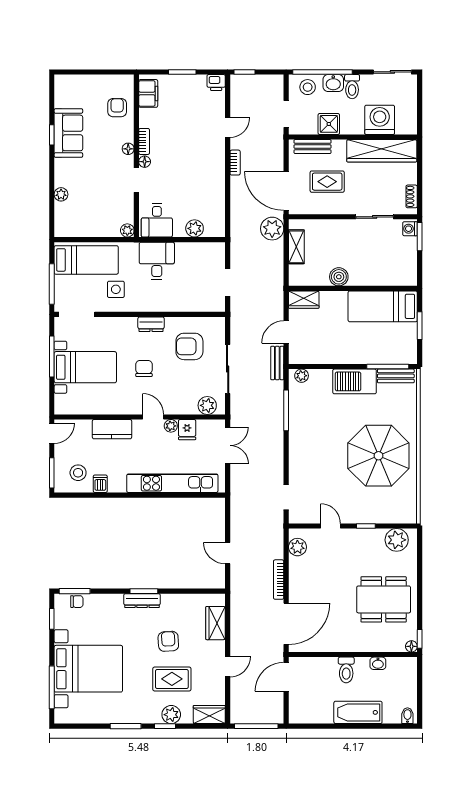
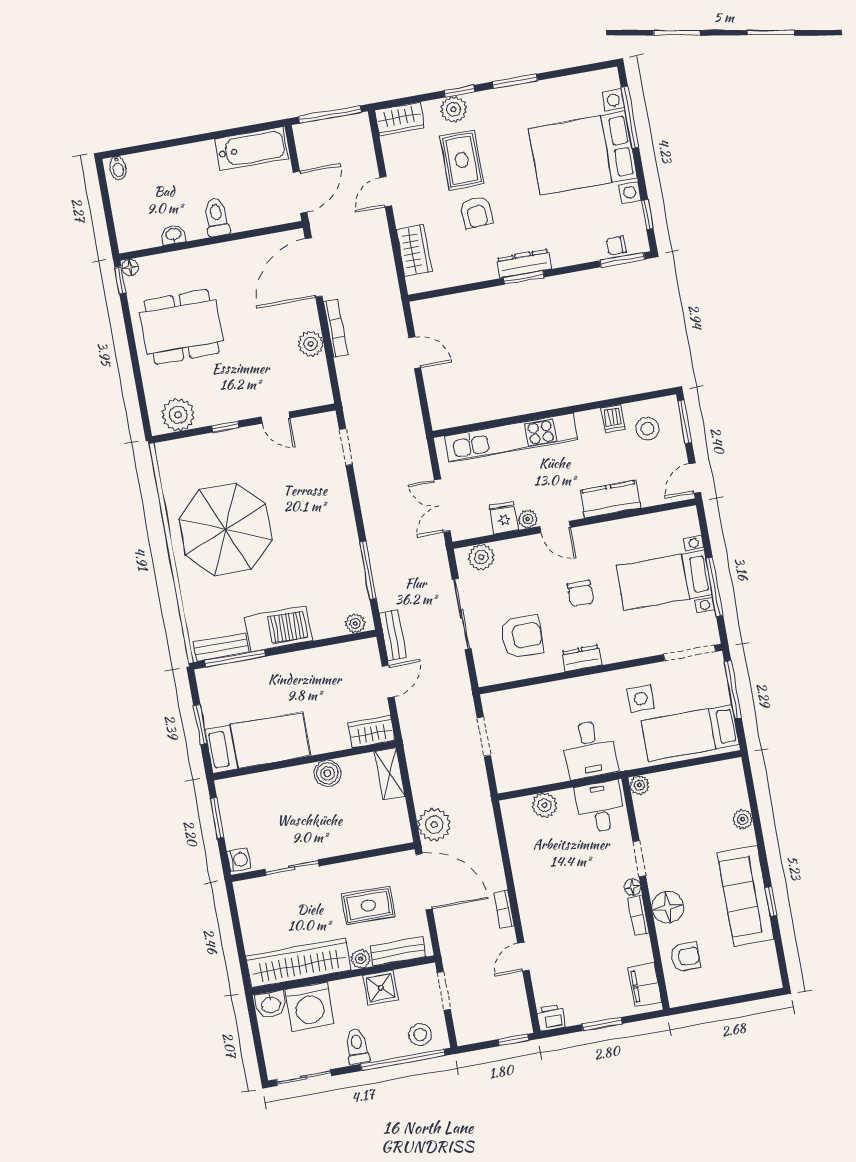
washbasin: (333, 83) -> (271, 1004), moved, turned 180
armchair: (117, 108) -> (685, 957), turned -90
sofa: (68, 133) -> (746, 896), width x1.36
plant: (339, 146) -> (361, 959), added
floor lamp: (128, 149) -> (668, 907), width x1.89, depth x1.89
shoe rack: (412, 196) -> (245, 906), removed
window: (420, 237) -> (217, 818), moved
shelving: (296, 247) -> (390, 774), moved
plant: (297, 547) -> (311, 344), moved
rug: (172, 679) -> (462, 160), turned 90
bathtub: (358, 712) -> (252, 149), moved

